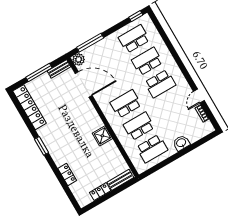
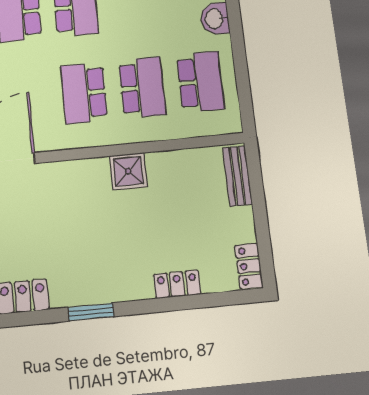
school desk: (139, 126) -> (142, 87), turned 180
locker: (100, 192) -> (249, 266), moved

